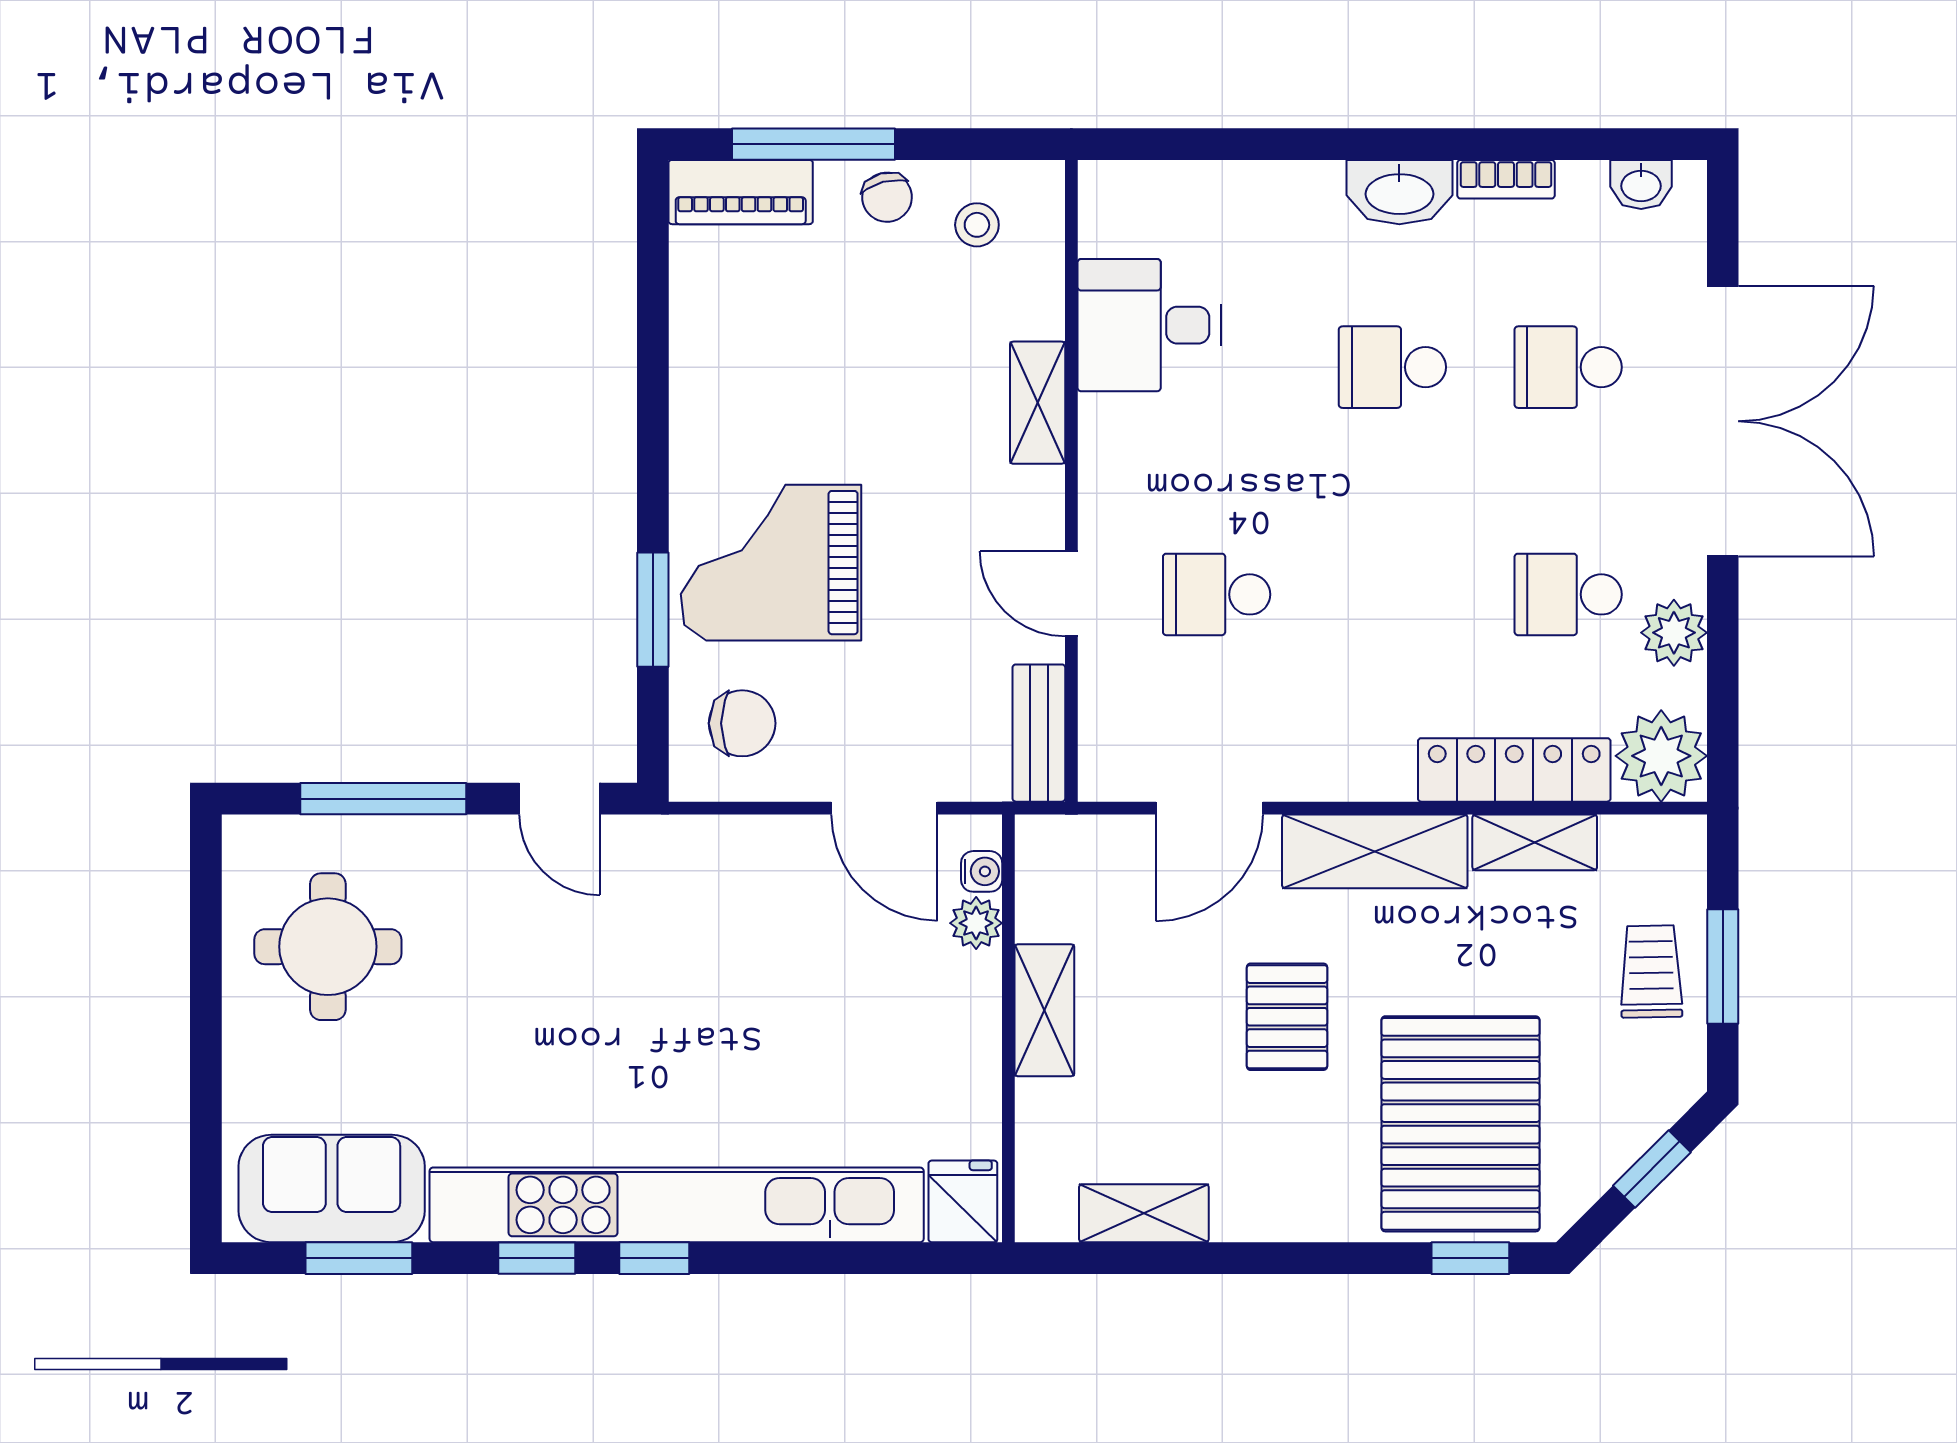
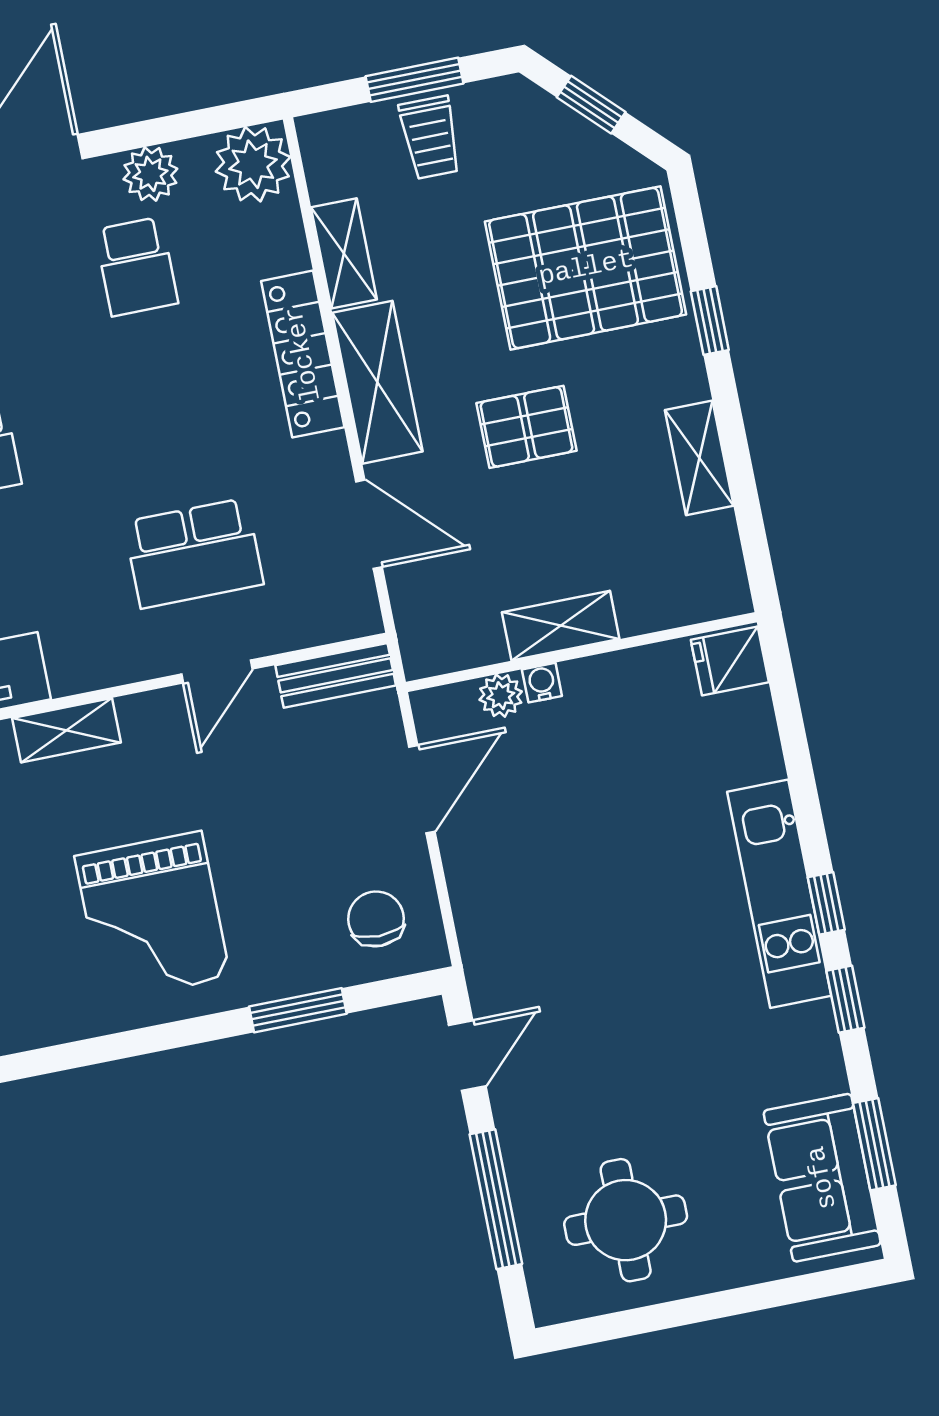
grand piano: (771, 563) -> (153, 917), moved
school desk: (1217, 594) -> (194, 553), width x1.85
locker: (1514, 770) -> (303, 354), moved
water cooler: (982, 871) -> (542, 683), moved
trolley: (1651, 971) -> (430, 137), turned -89
kitchen unit: (677, 1205) -> (779, 894), width x0.54
shelving: (1144, 1213) -> (699, 458), moved
window: (1470, 1258) -> (710, 321), moved

